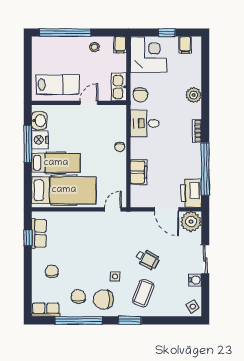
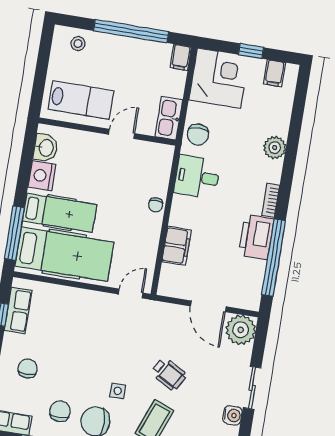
window: (65, 33) -> (131, 31), moved
stool: (94, 47) -> (78, 44), moved
window: (28, 144) -> (14, 233), moved
printer: (191, 193) -> (256, 237), moved

